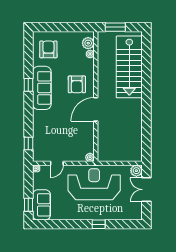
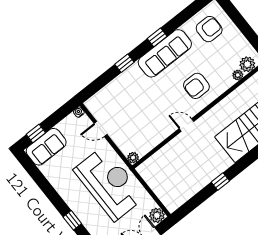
door: (96, 109) -> (186, 125), width x0.53
window: (146, 116) -> (220, 182), added
window: (28, 143) -> (124, 63), moved

